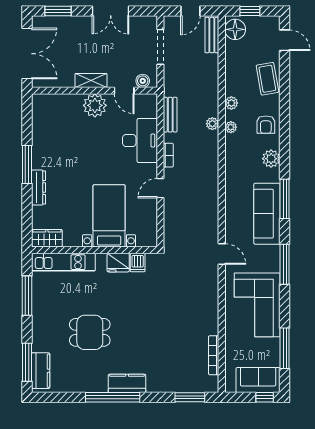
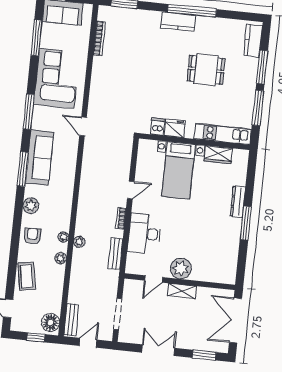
boiler: (143, 81) -> (136, 286), removed
door: (124, 91) -> (154, 279), swing flipped
wardrobe: (47, 238) -> (218, 155), moved
window: (27, 362) -> (262, 67), moved

